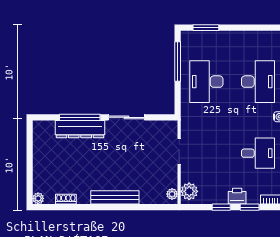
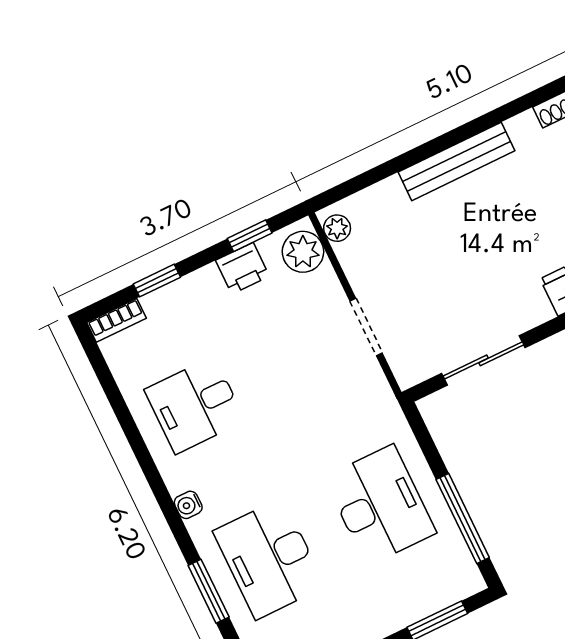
sliding door: (127, 117) -> (483, 360), moved
printer: (237, 196) -> (242, 268), moved
window: (221, 207) -> (250, 236), moved

